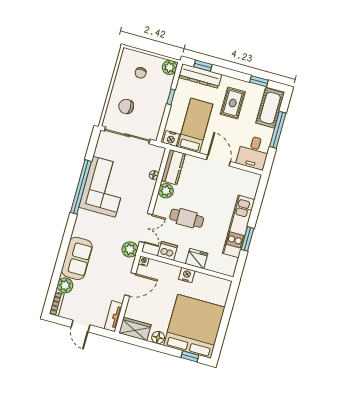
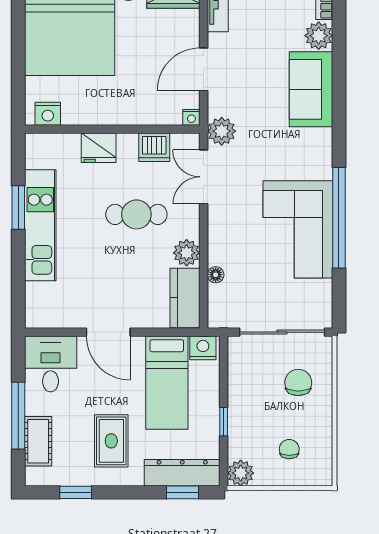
chair: (126, 106) -> (298, 383), turned -90
cot: (270, 108) -> (38, 441), width x0.73, depth x0.75
nightstand: (187, 275) -> (48, 114), moved

